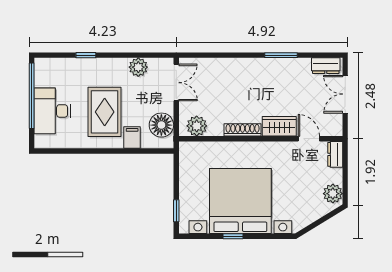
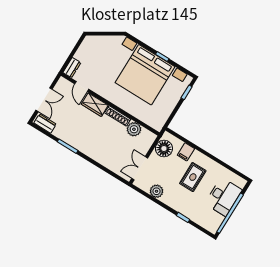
rug: (105, 112) -> (193, 177), width x0.73, depth x0.70
plant: (197, 126) -> (134, 129), moved
plant: (333, 194) -> (88, 45), removed

